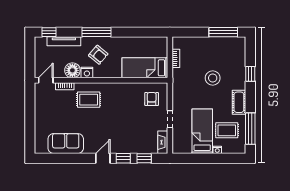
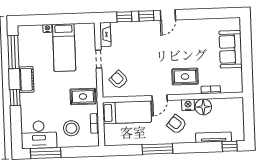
window: (96, 32) -> (157, 149), moved
desk: (229, 50) -> (39, 135), added
window: (250, 74) -> (15, 98), moved
stool: (213, 78) -> (71, 128), moved
door: (46, 80) -> (160, 98), moved
armchair: (152, 99) -> (119, 80), turned 137
rug: (227, 130) -> (83, 97), moved
sofa: (66, 144) -> (231, 49), moved, turned 90

